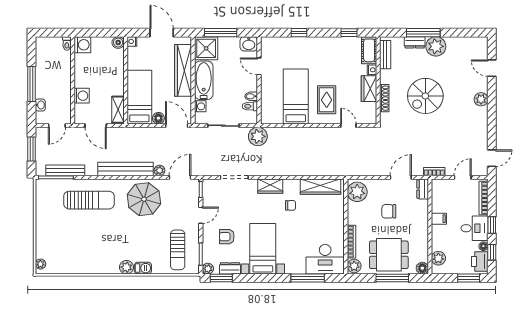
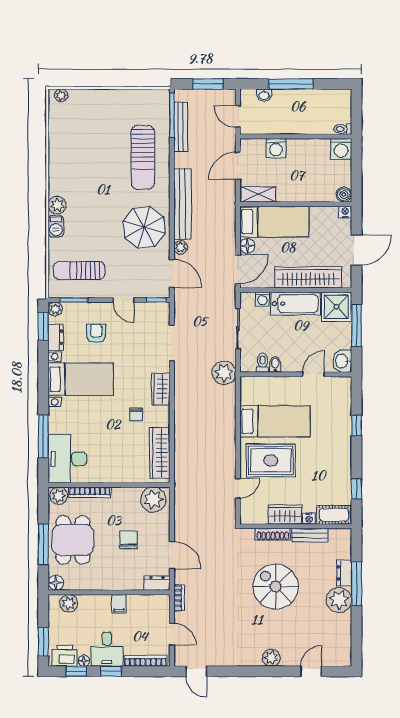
bench: (385, 55) -> (310, 535), moved
rug: (327, 100) -> (271, 460), width x1.36, depth x1.43

